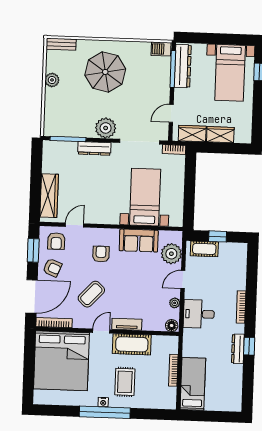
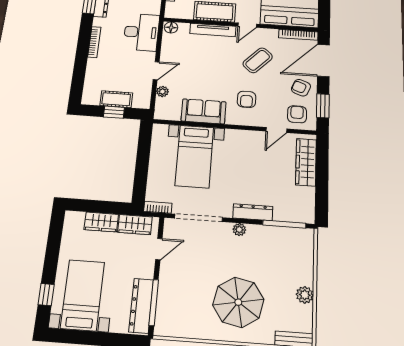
barbecue: (161, 49) -> (167, 328), removed
plant: (106, 128) -> (239, 230), width x0.53, depth x0.53
cot: (204, 249) -> (116, 99), moved
plant: (171, 254) -> (162, 92), width x0.53, depth x0.53
plant: (175, 303) -> (166, 49), removed
desk: (199, 314) -> (141, 32), width x1.37
tv unit: (127, 324) -> (213, 30), width x1.41

